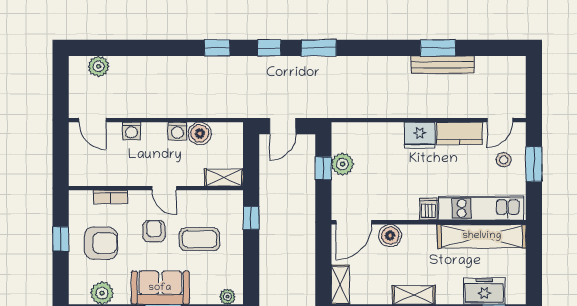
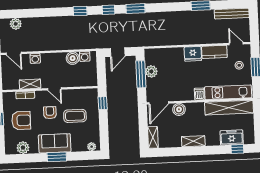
bench: (443, 65) -> (232, 14), moved
door: (500, 120) -> (236, 44), swing flipped
washing machine: (178, 131) -> (85, 56), moved
window: (323, 168) -> (141, 74), width x2.17
shelving: (224, 178) -> (30, 84), moved

